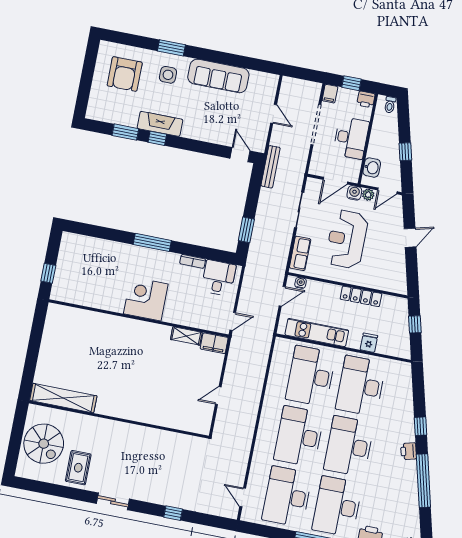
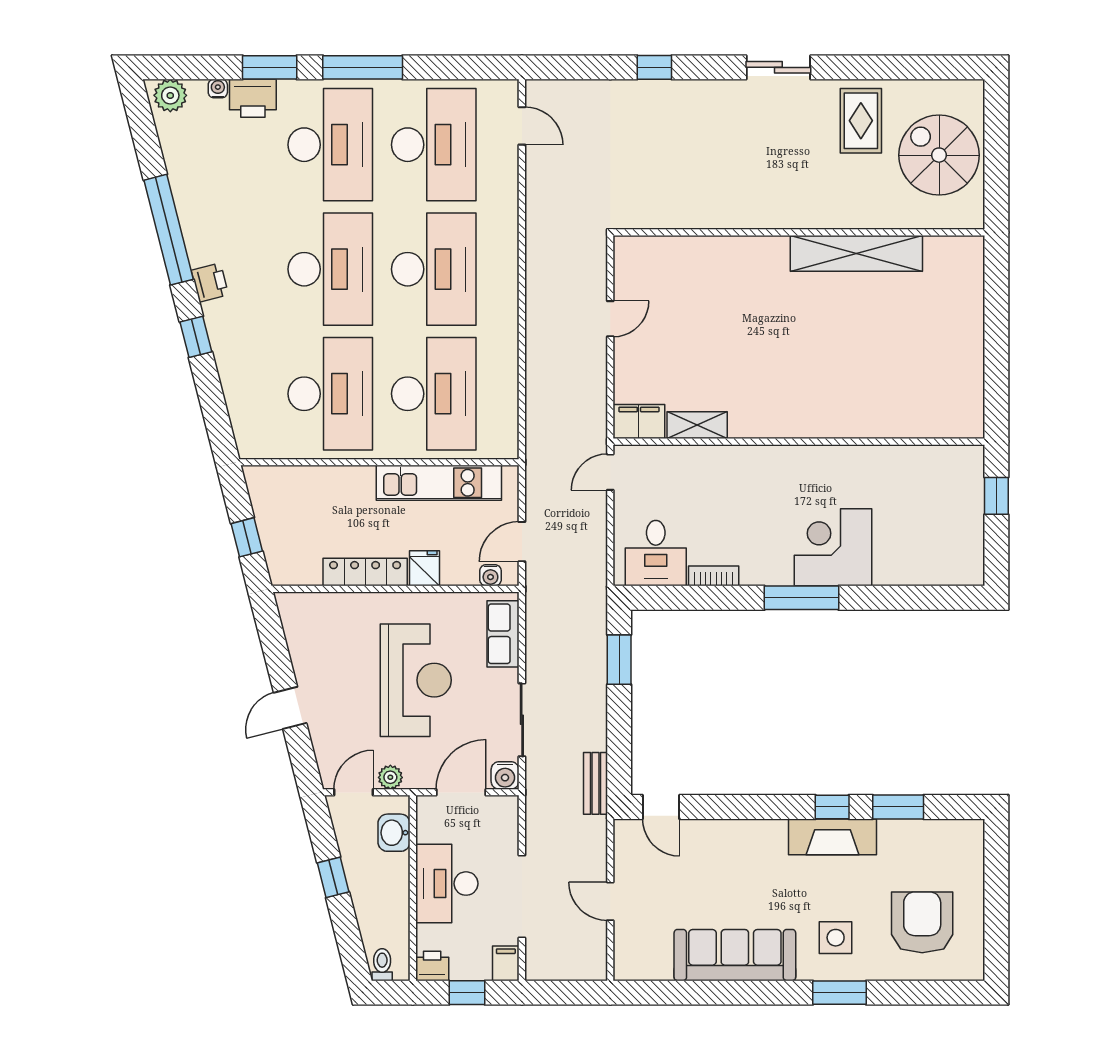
bench: (271, 167) -> (595, 783), width x0.73
water cooler: (354, 193) -> (505, 775), moved
corner desk: (146, 299) -> (833, 547), moved, turned 180
fridge: (369, 343) -> (424, 568), moved, turned 180
shelving: (63, 398) -> (856, 253), moved

